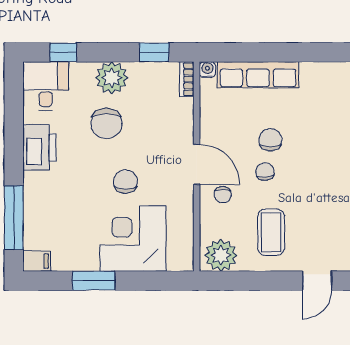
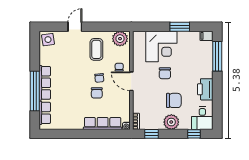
chair: (106, 124) -> (174, 100), turned 90

